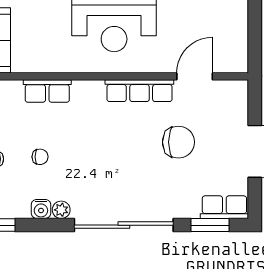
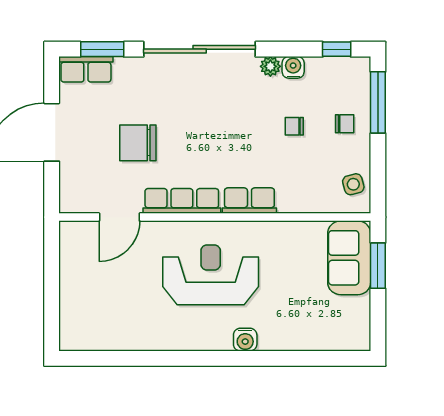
row of seats: (47, 91) -> (249, 201), moved

